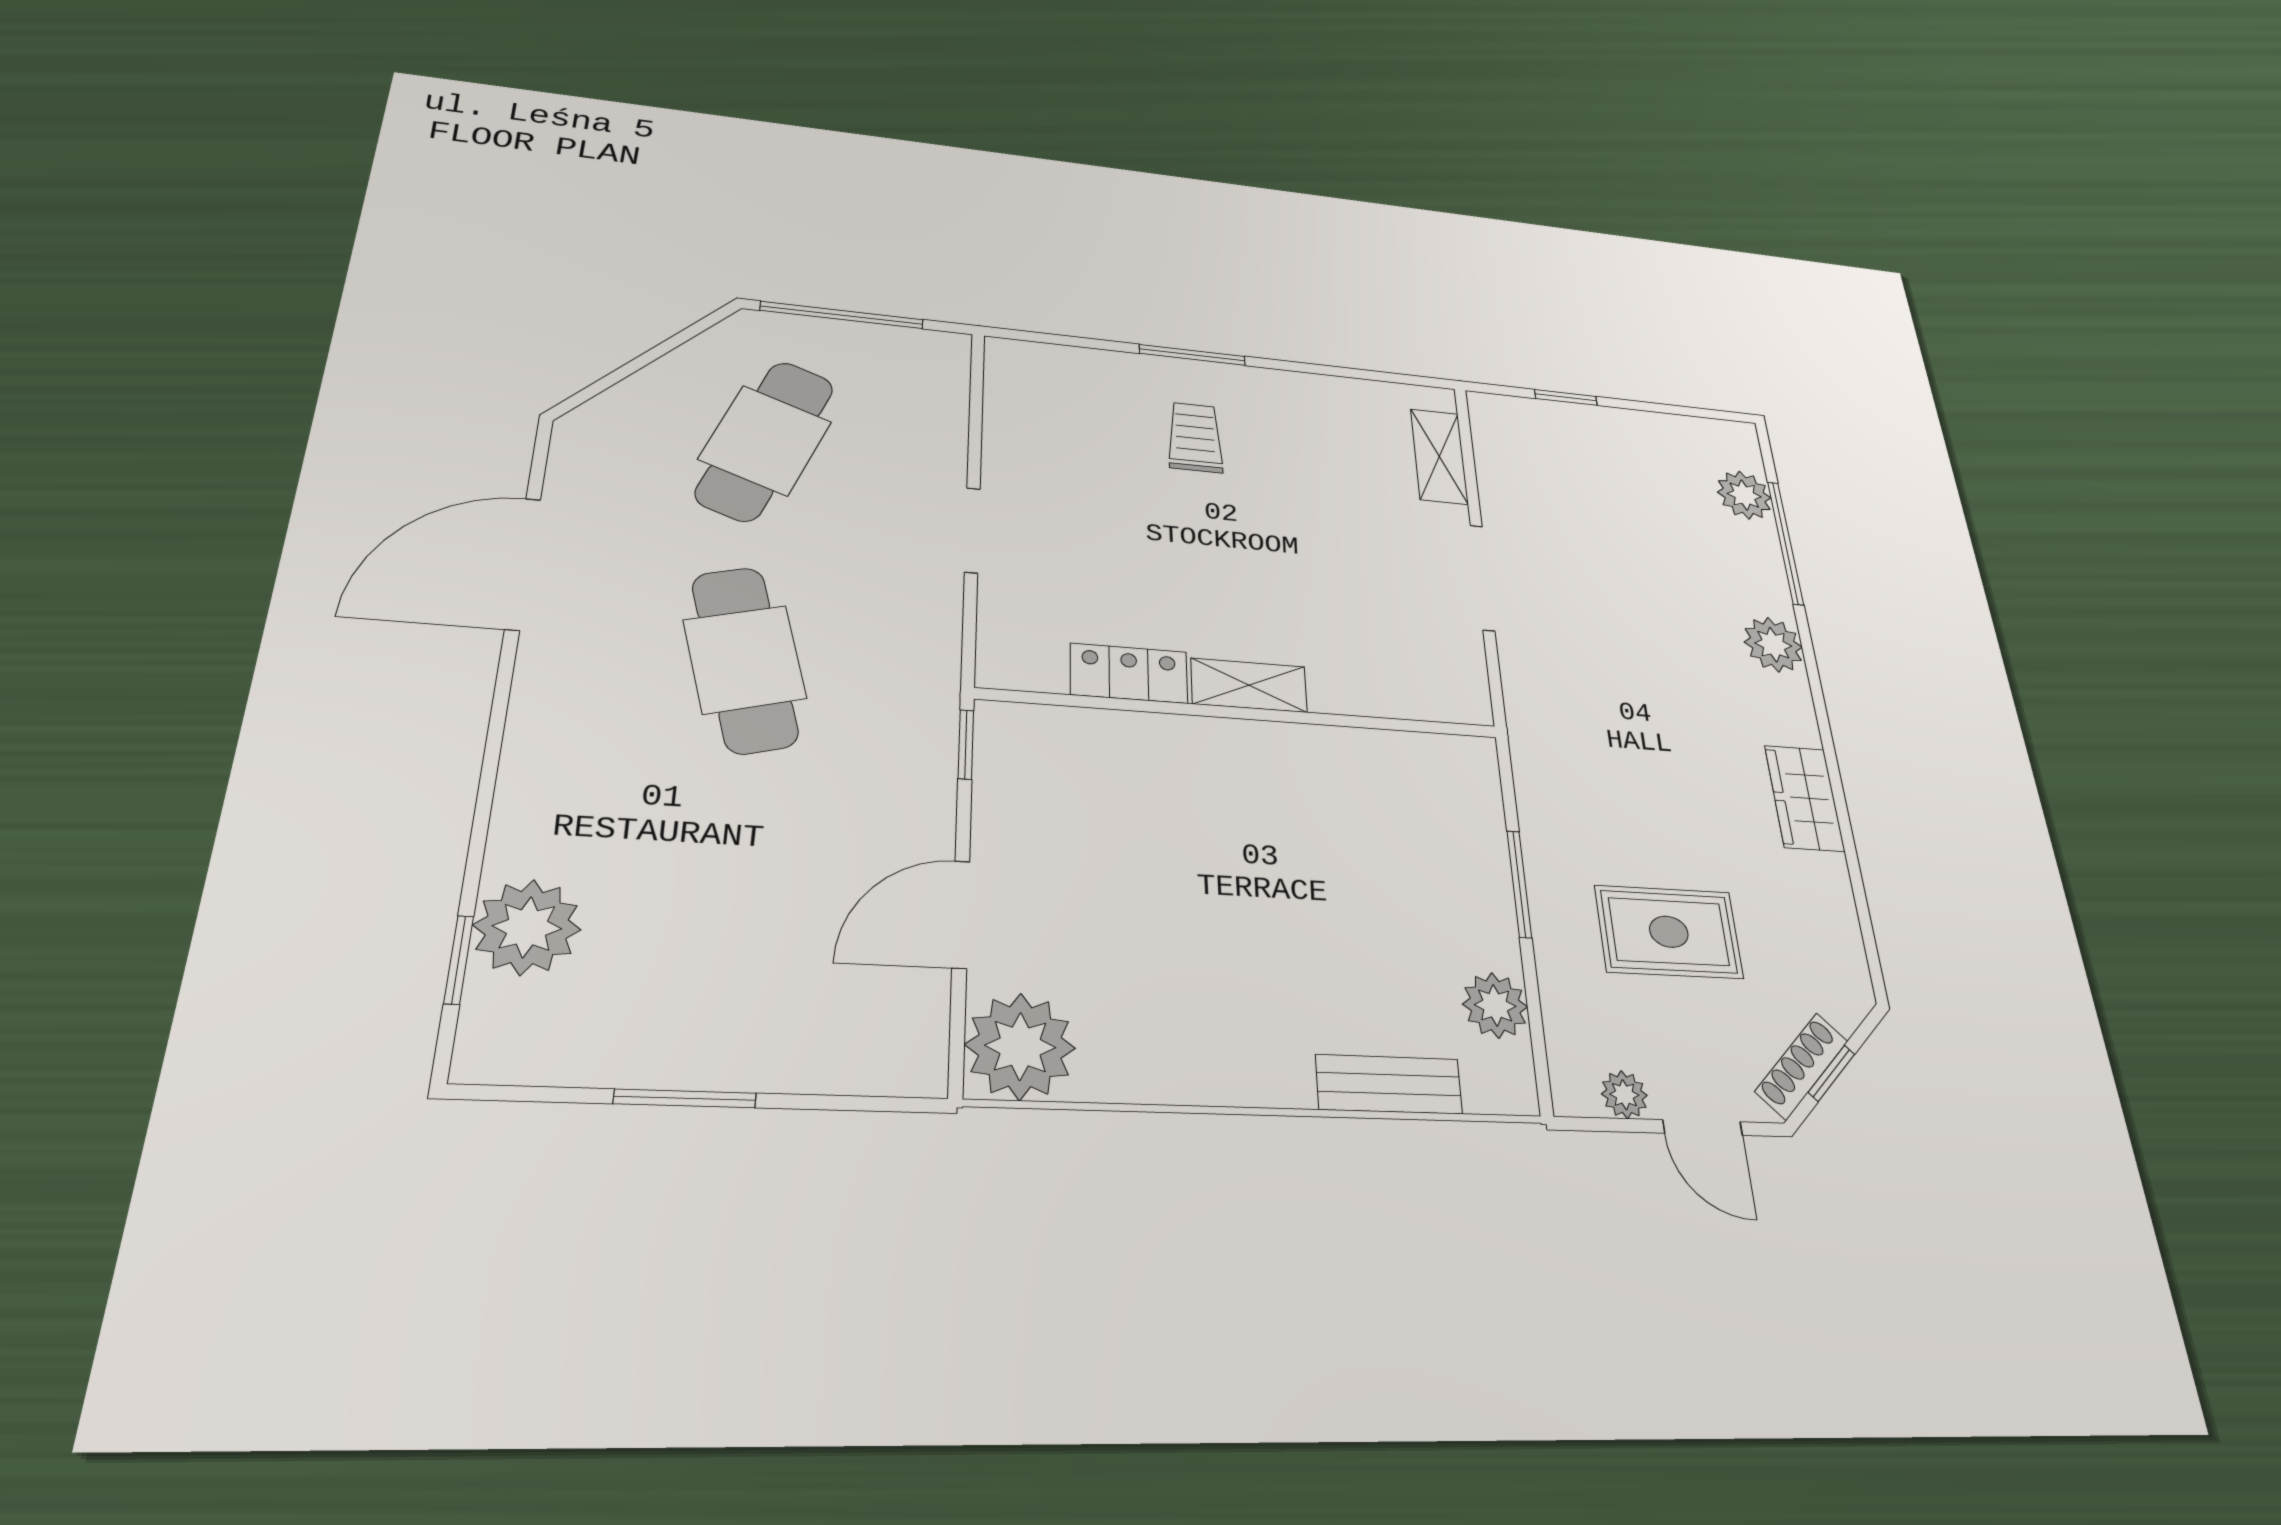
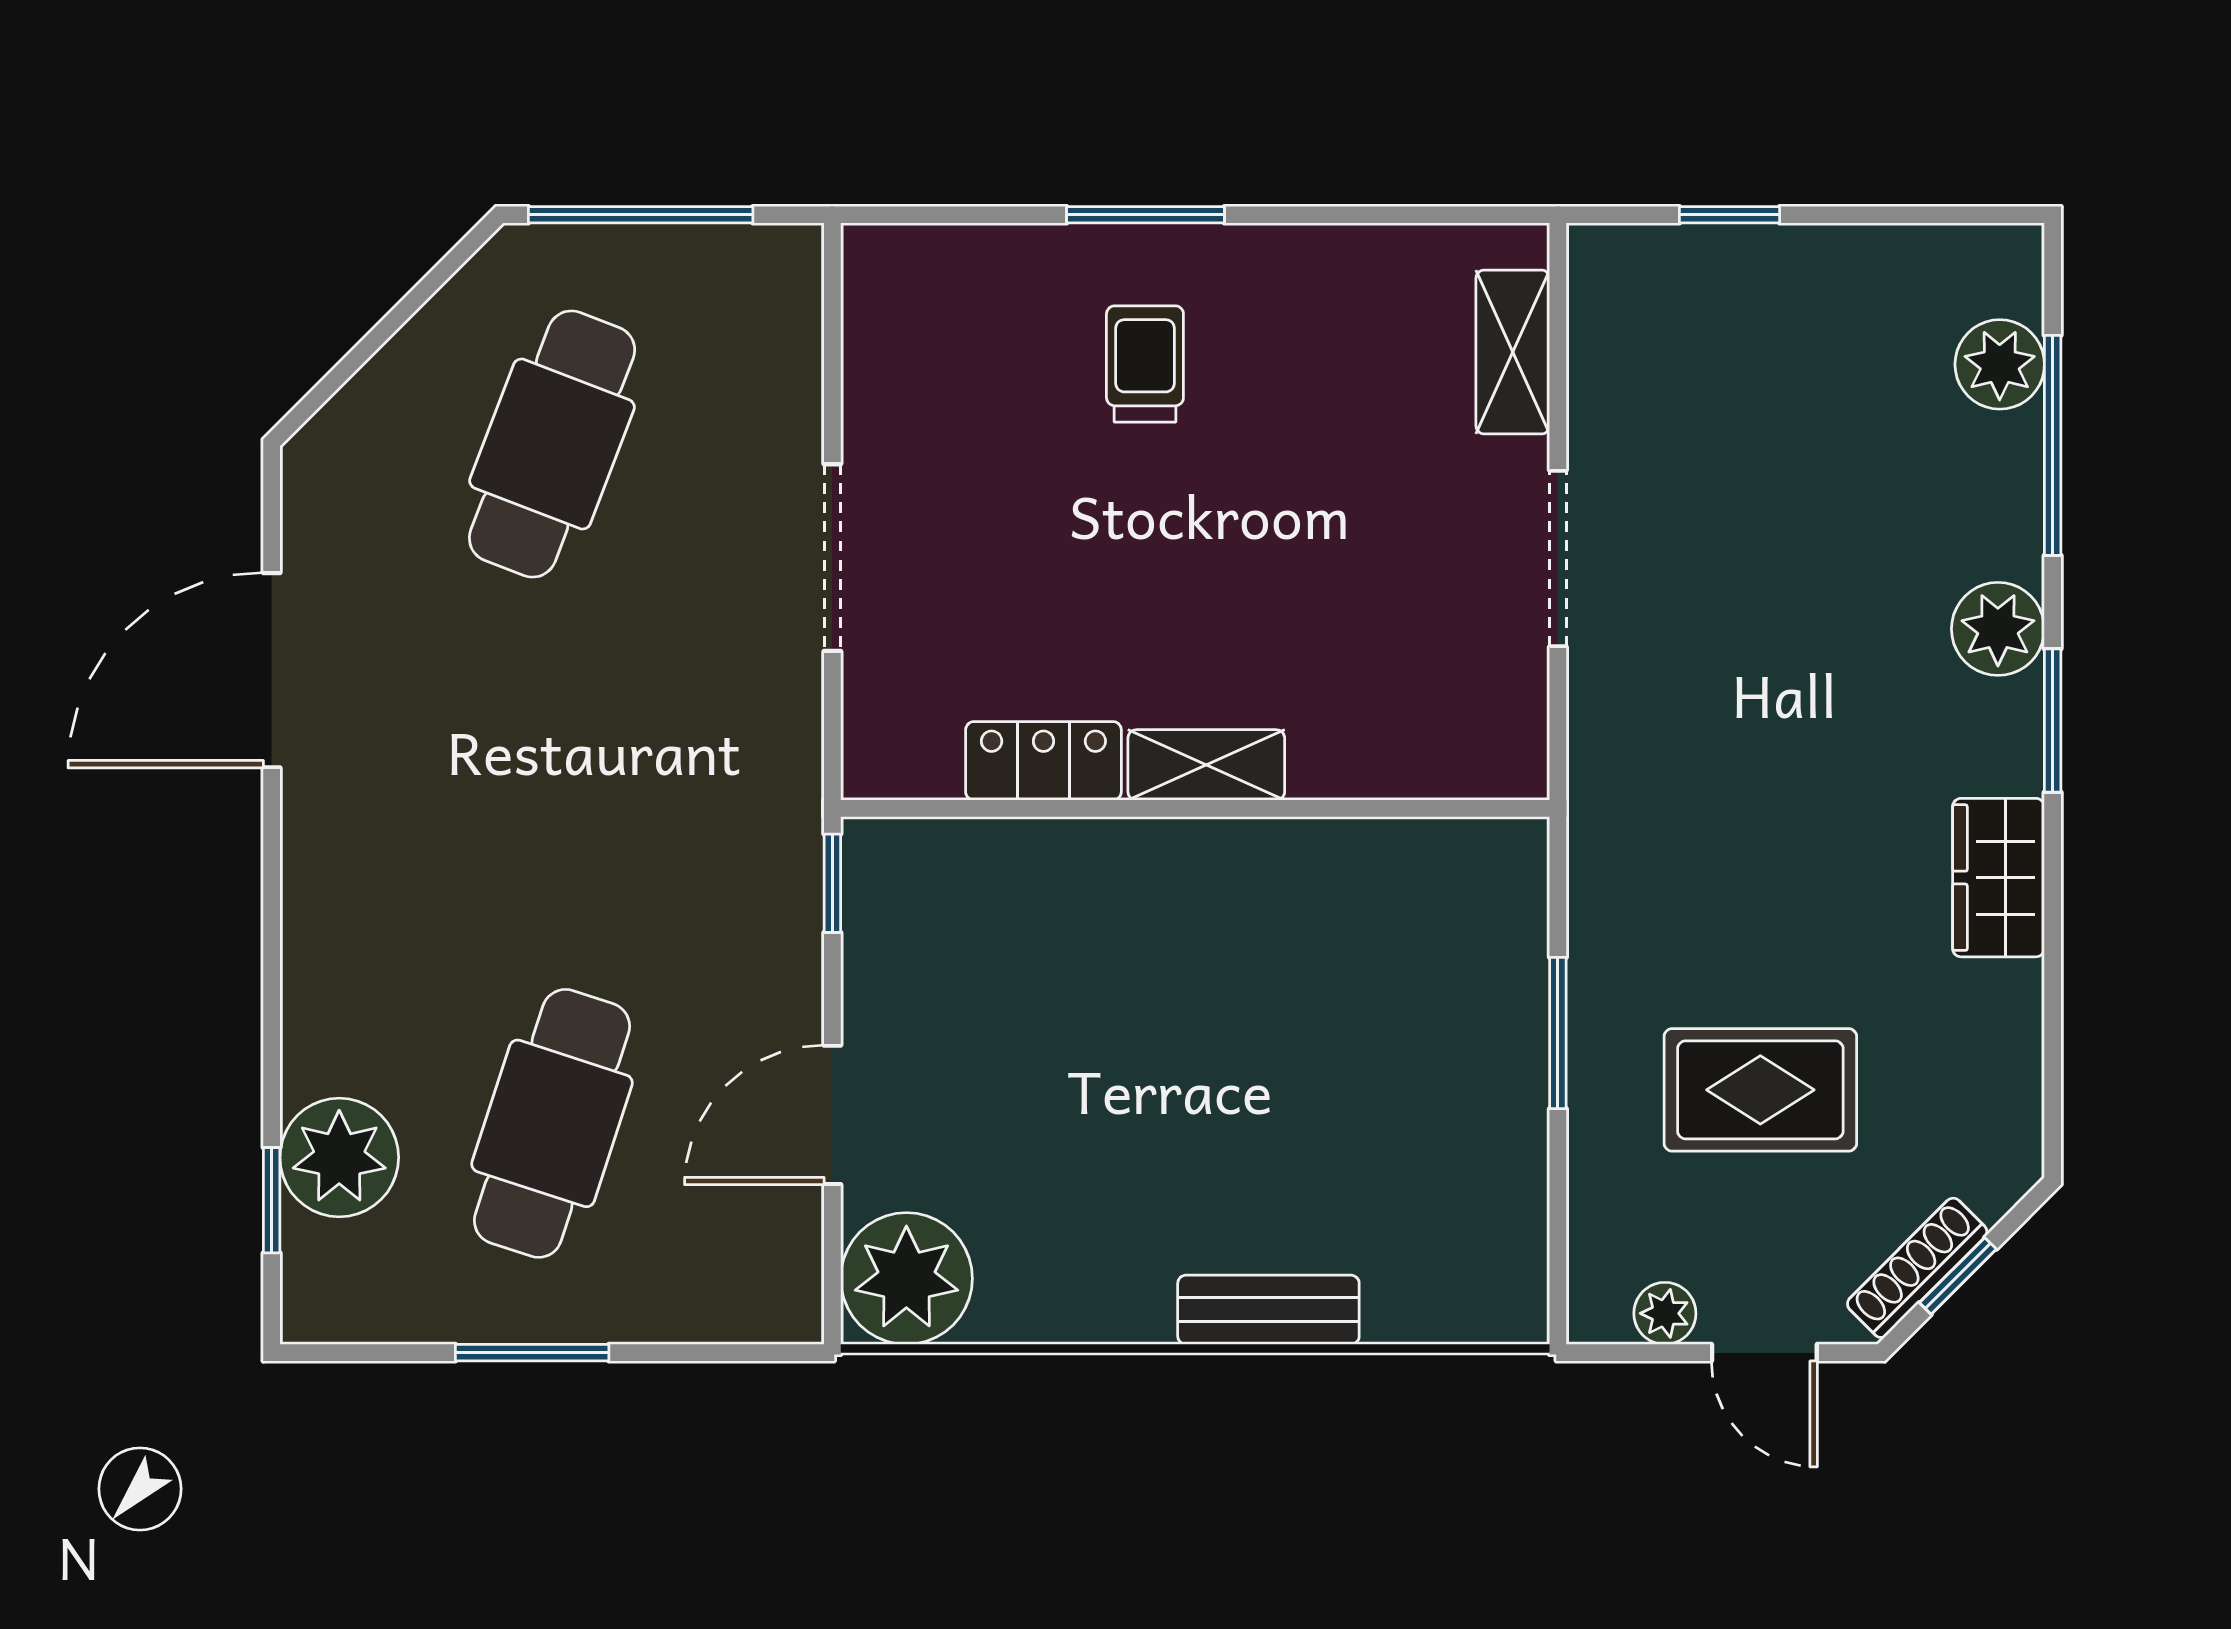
doorway: (972, 530) -> (832, 558), width x1.38
cafe table: (745, 659) -> (552, 1123), moved, turned 33
window: (1819, 702) -> (2053, 720), added
plant: (1495, 1005) -> (1506, 1203), removed
bench: (1389, 1084) -> (1268, 1310), moved

